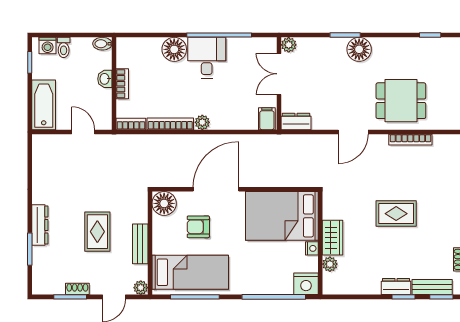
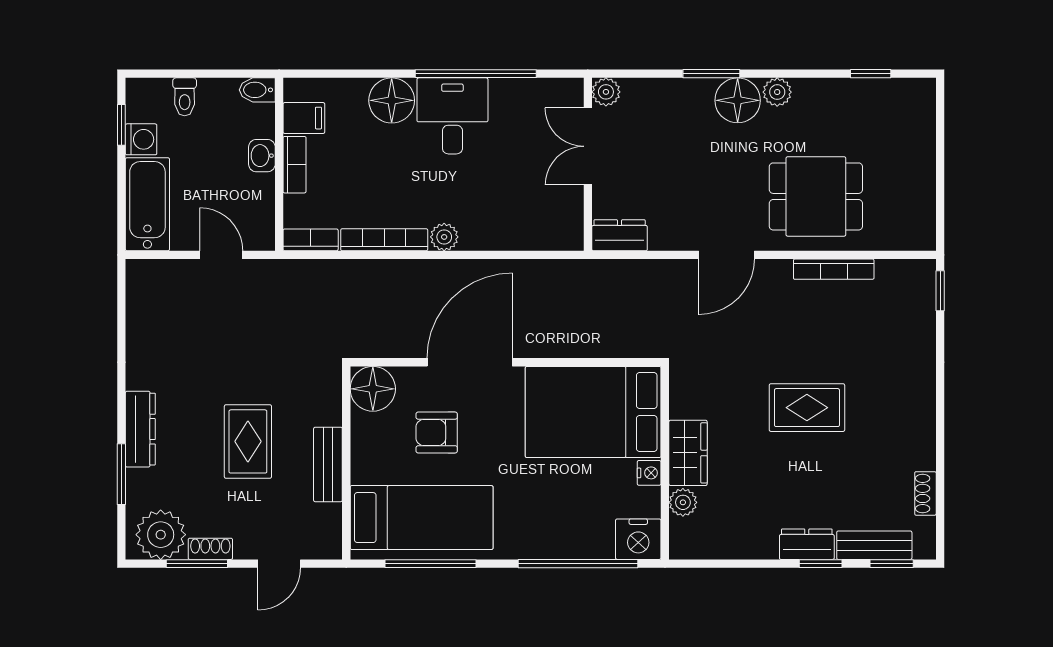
plant: (380, 45) -> (777, 92), added
washing machine: (48, 46) -> (141, 139), moved, turned -90
filing cabinet: (267, 119) -> (304, 118), moved, turned 90
plant: (141, 288) -> (161, 535), moved, width x1.88, depth x1.88

